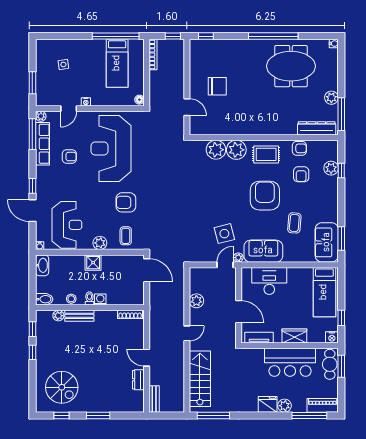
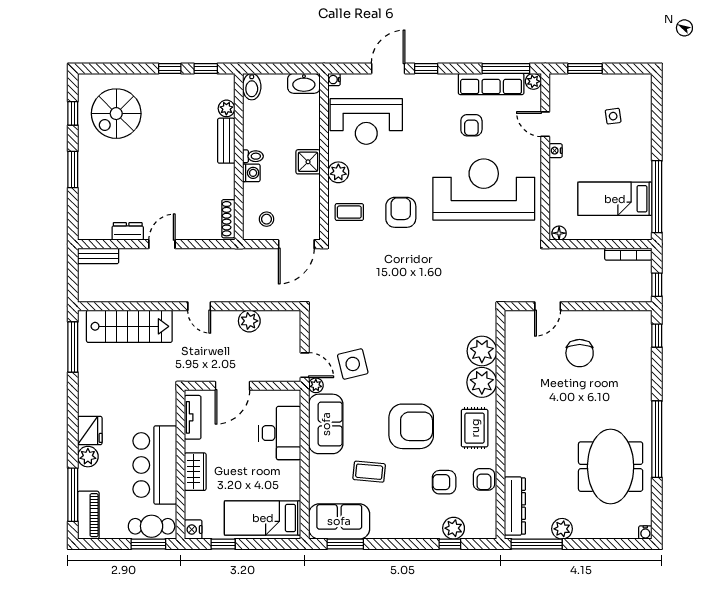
stool: (71, 299) -> (267, 219), moved

